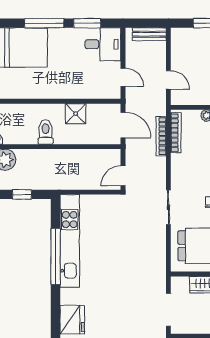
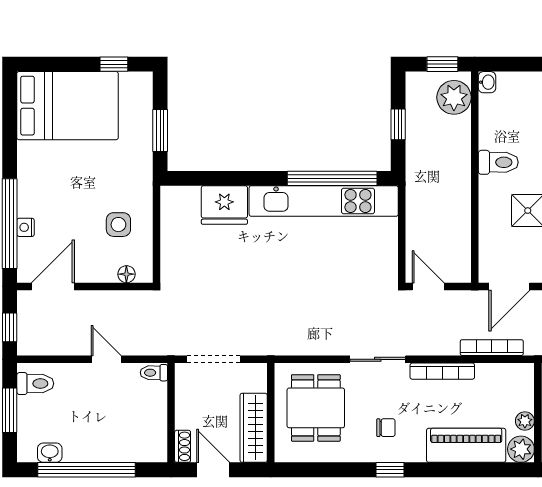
bookcase: (176, 133) -> (442, 371), moved
window: (56, 256) -> (332, 178), moved
fridge: (72, 320) -> (224, 205), moved

